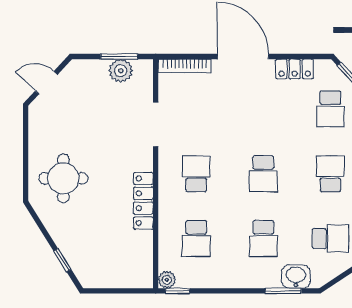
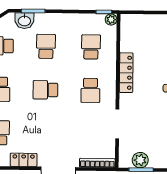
school desk: (263, 174) -> (45, 90), turned -90

